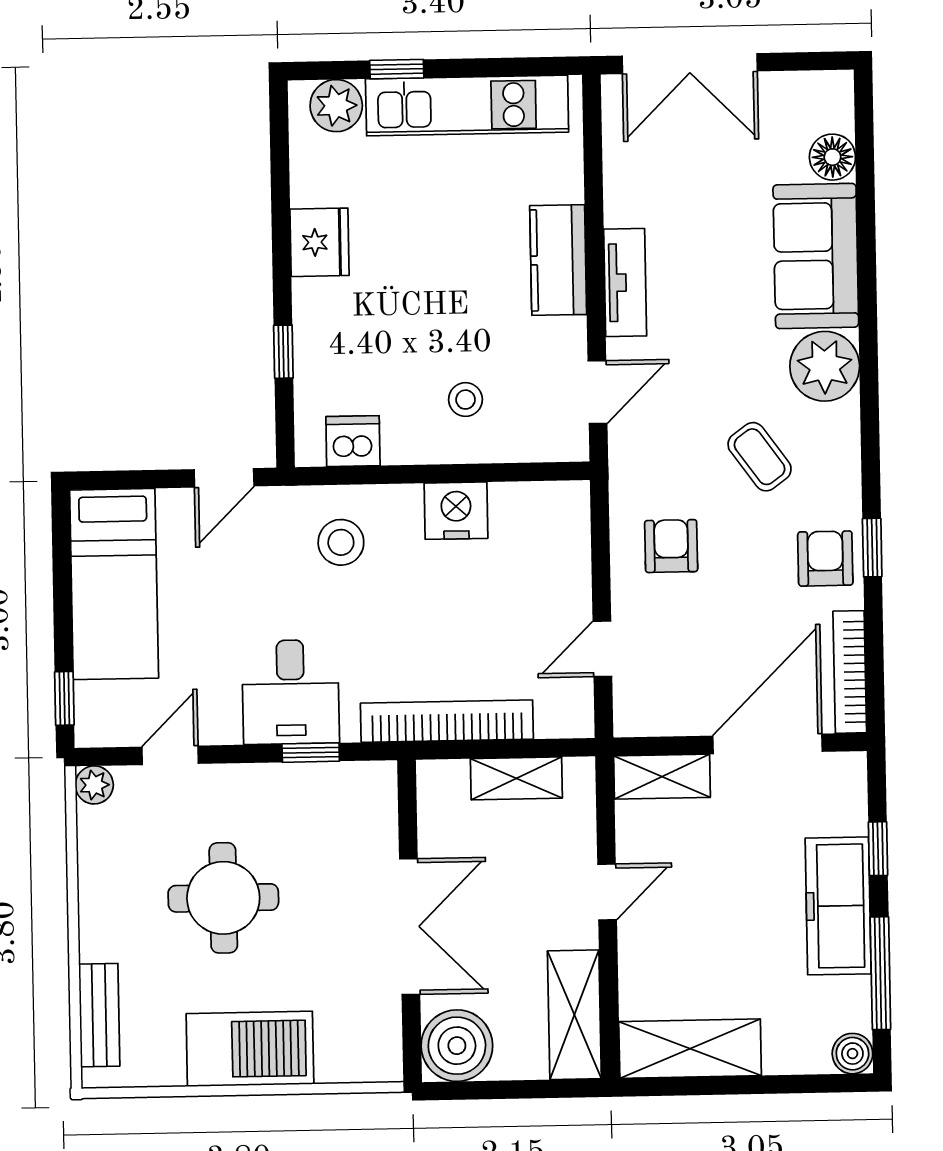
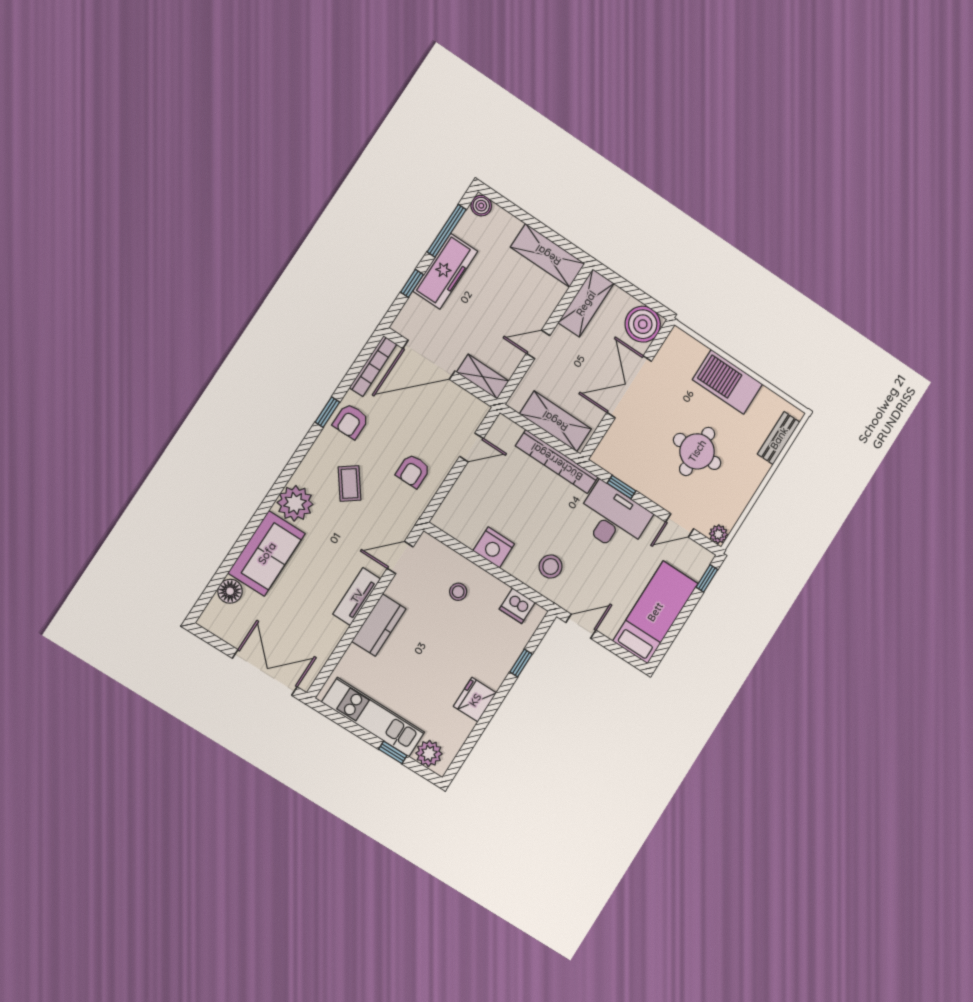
desk: (291, 692) -> (613, 518), width x1.37
shelving: (516, 778) -> (555, 421), width x1.50, depth x1.33

